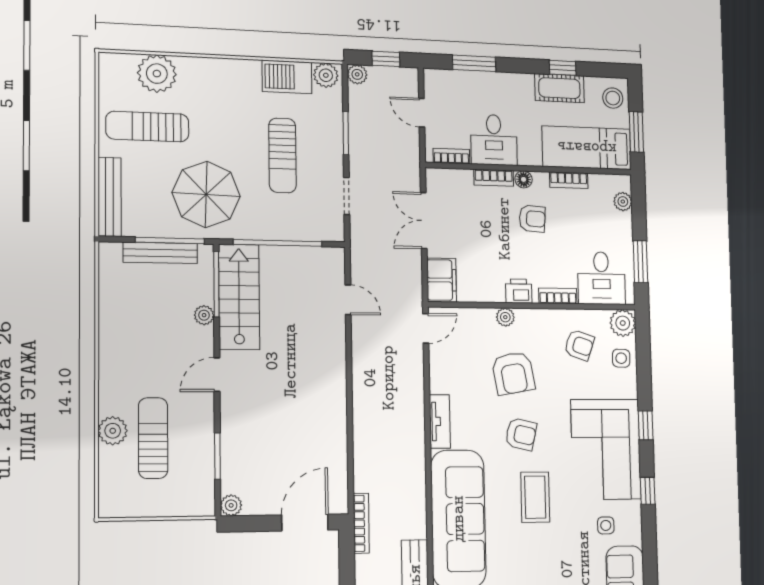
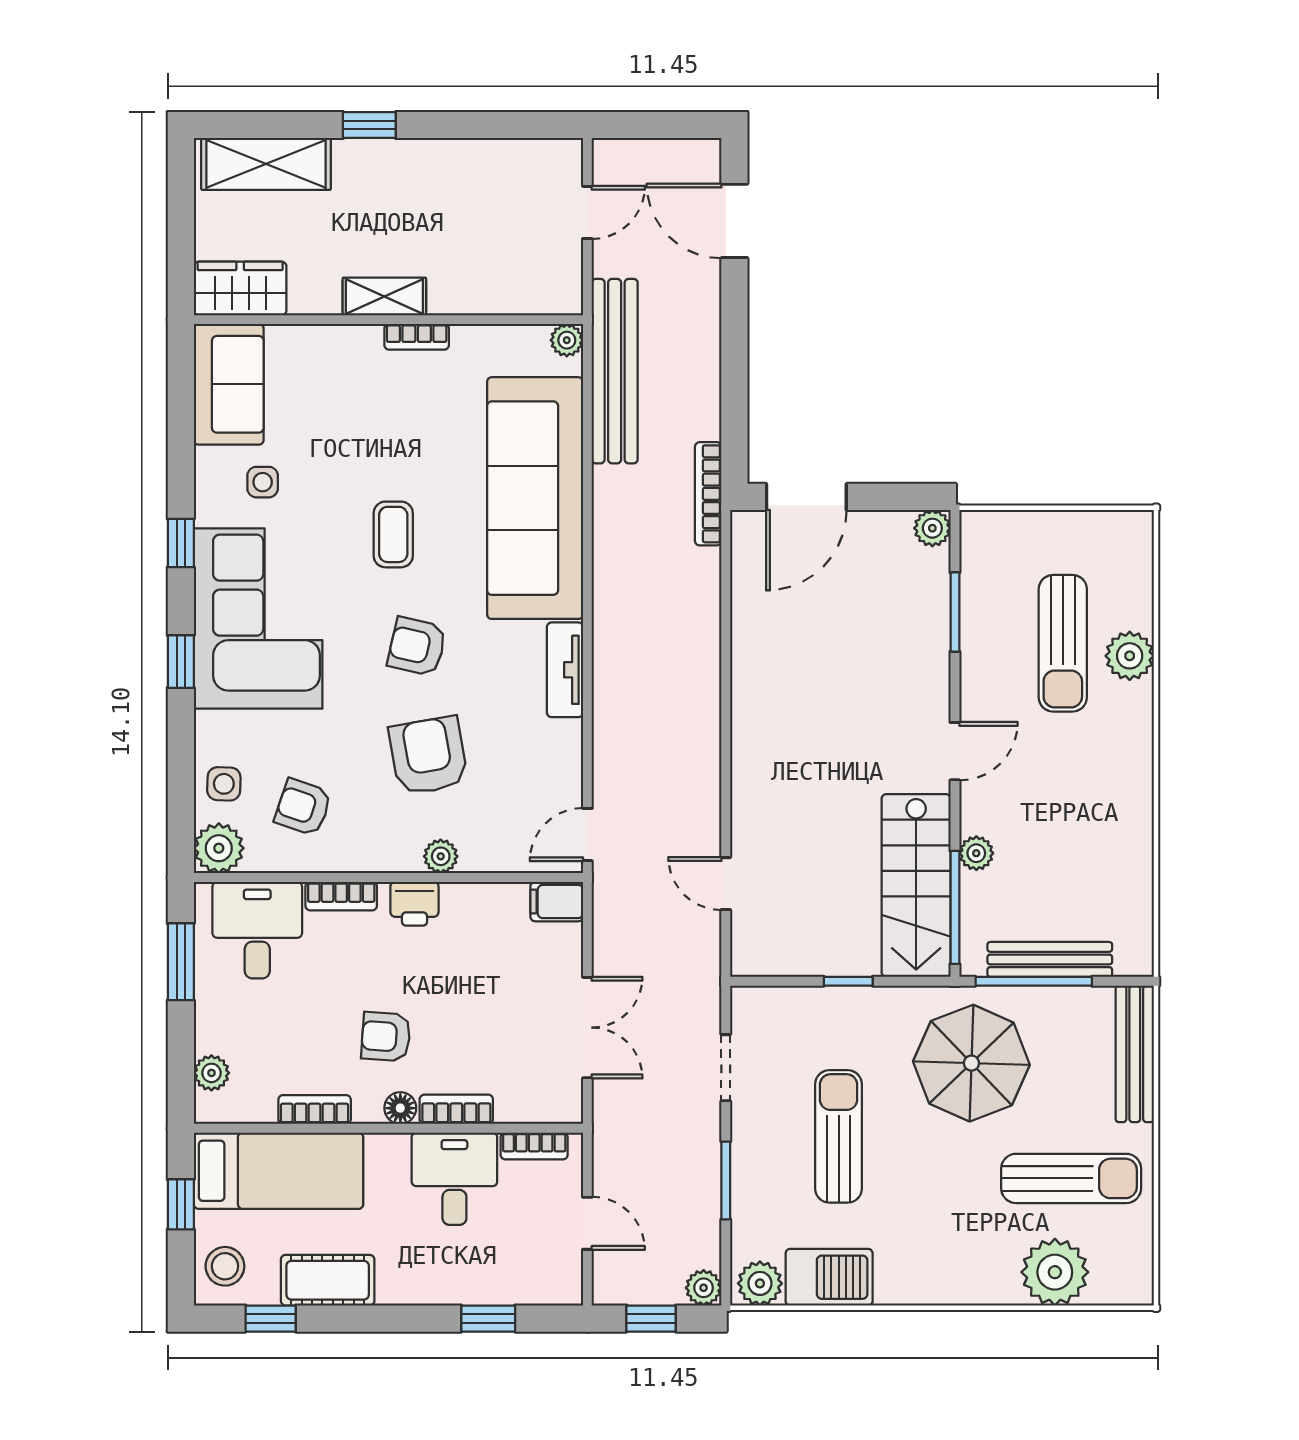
window: (474, 63) -> (488, 1319), width x0.67
window: (563, 68) -> (271, 1319), moved
window: (636, 132) -> (181, 1204), width x0.67
window: (278, 243) -> (848, 981), width x0.32
filing cabinet: (442, 280) -> (557, 902), width x0.50
coffee table: (535, 497) -> (393, 534), width x0.73, depth x0.77

